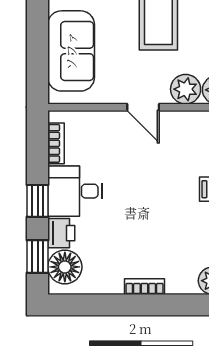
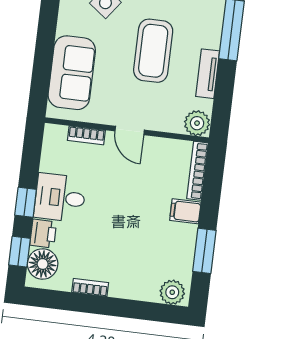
plant: (186, 89) -> (169, 119), removed
bookcase: (56, 143) -> (86, 135), moved, turned 90
bookcase: (144, 287) -> (90, 287), moved

